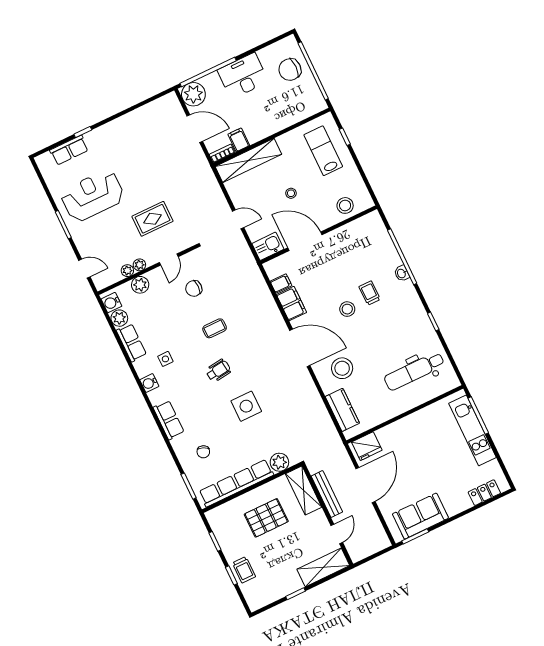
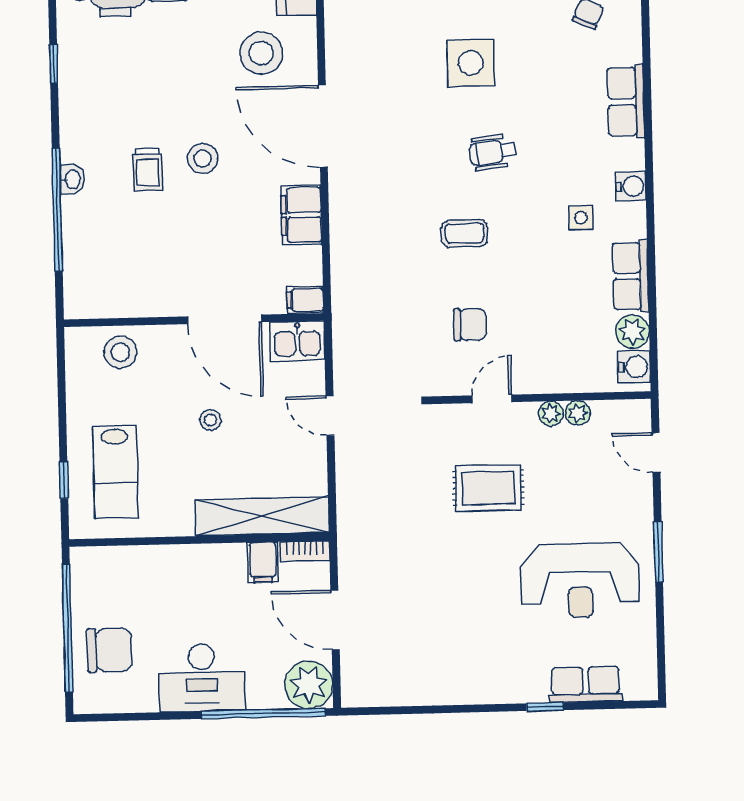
filing cabinet: (281, 283) -> (305, 300), moved
plant: (140, 285) -> (566, 376), removed

